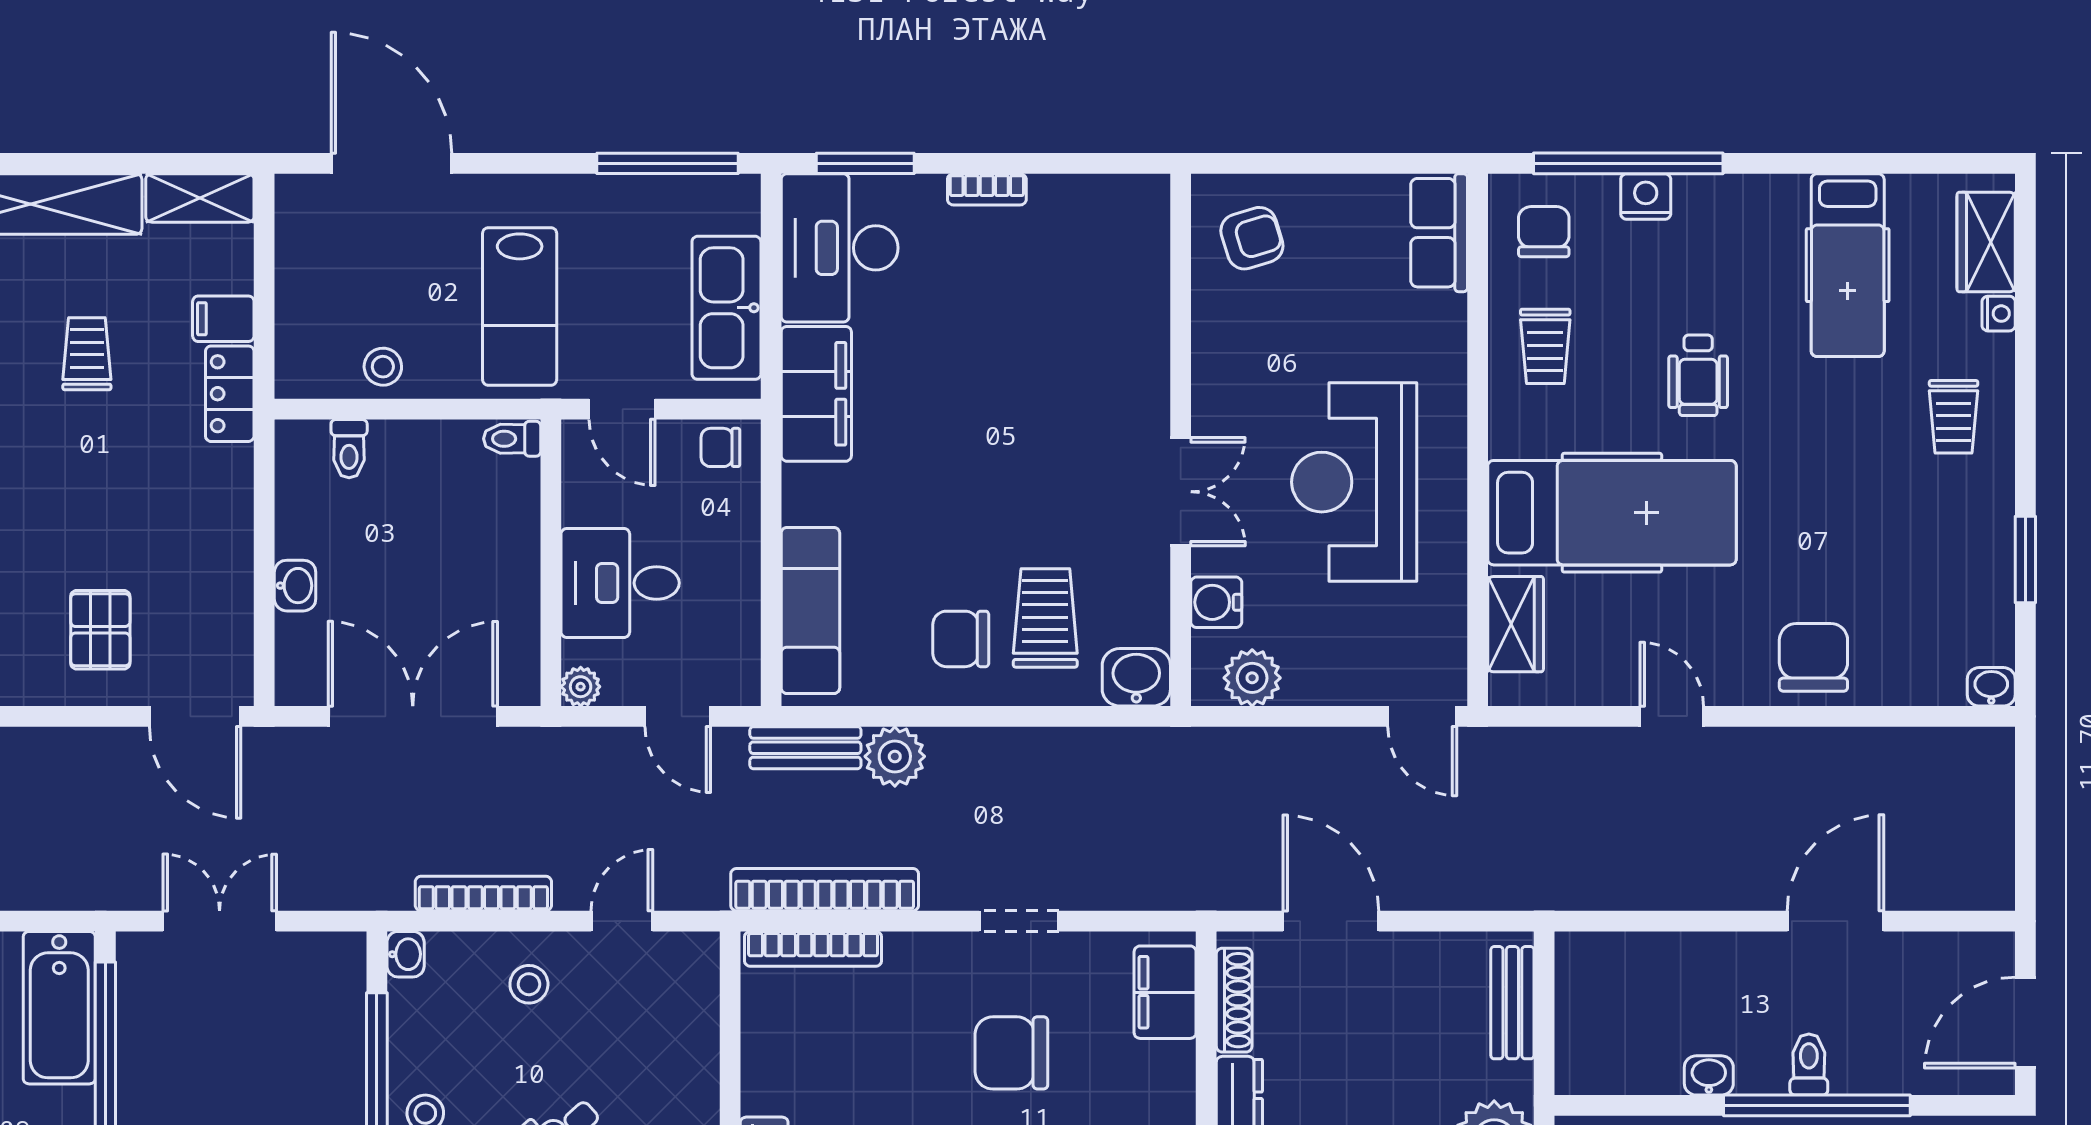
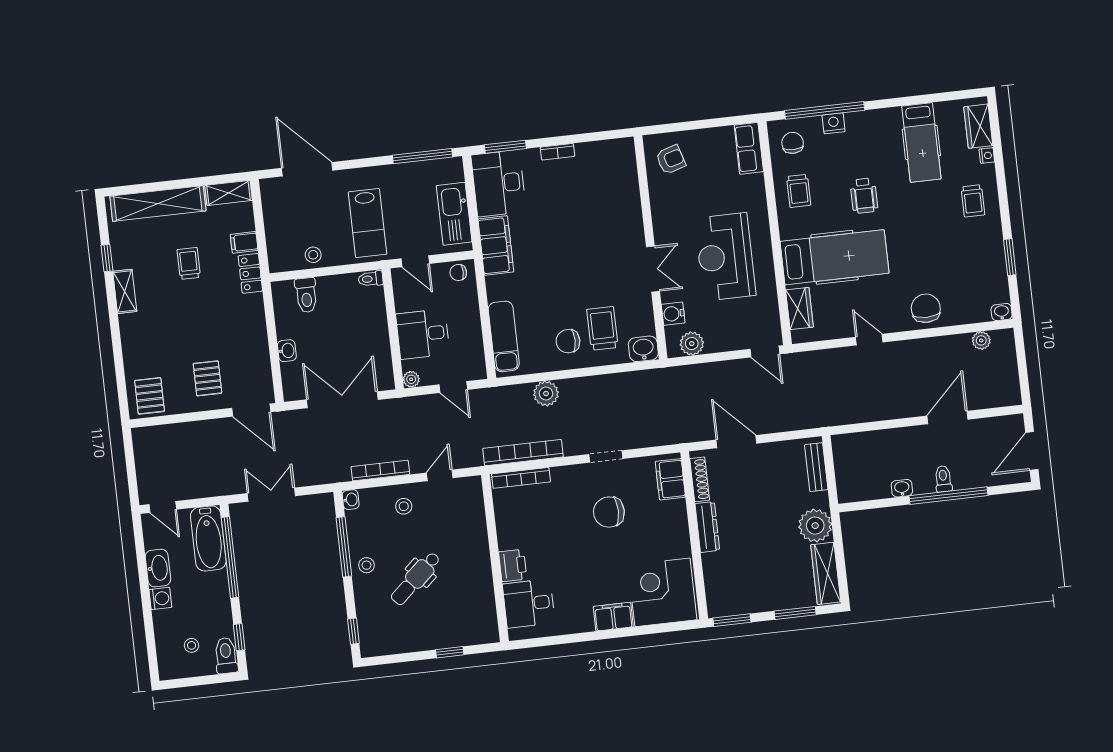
toilet: (349, 449) -> (306, 295), width x1.37, depth x1.39
bench: (805, 748) -> (508, 394), removed
plant: (1936, 748) -> (981, 340), added

